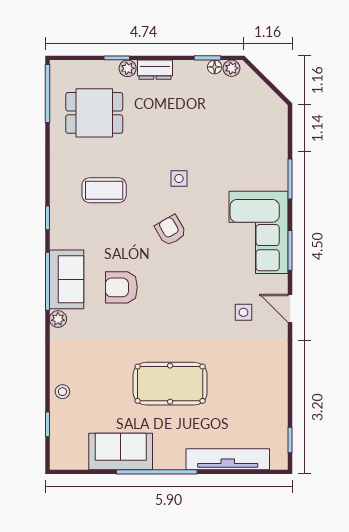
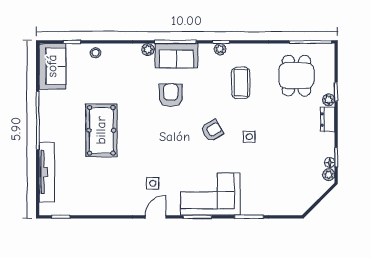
plant: (57, 219) -> (220, 49), added
sofa: (121, 451) -> (52, 66), moved

